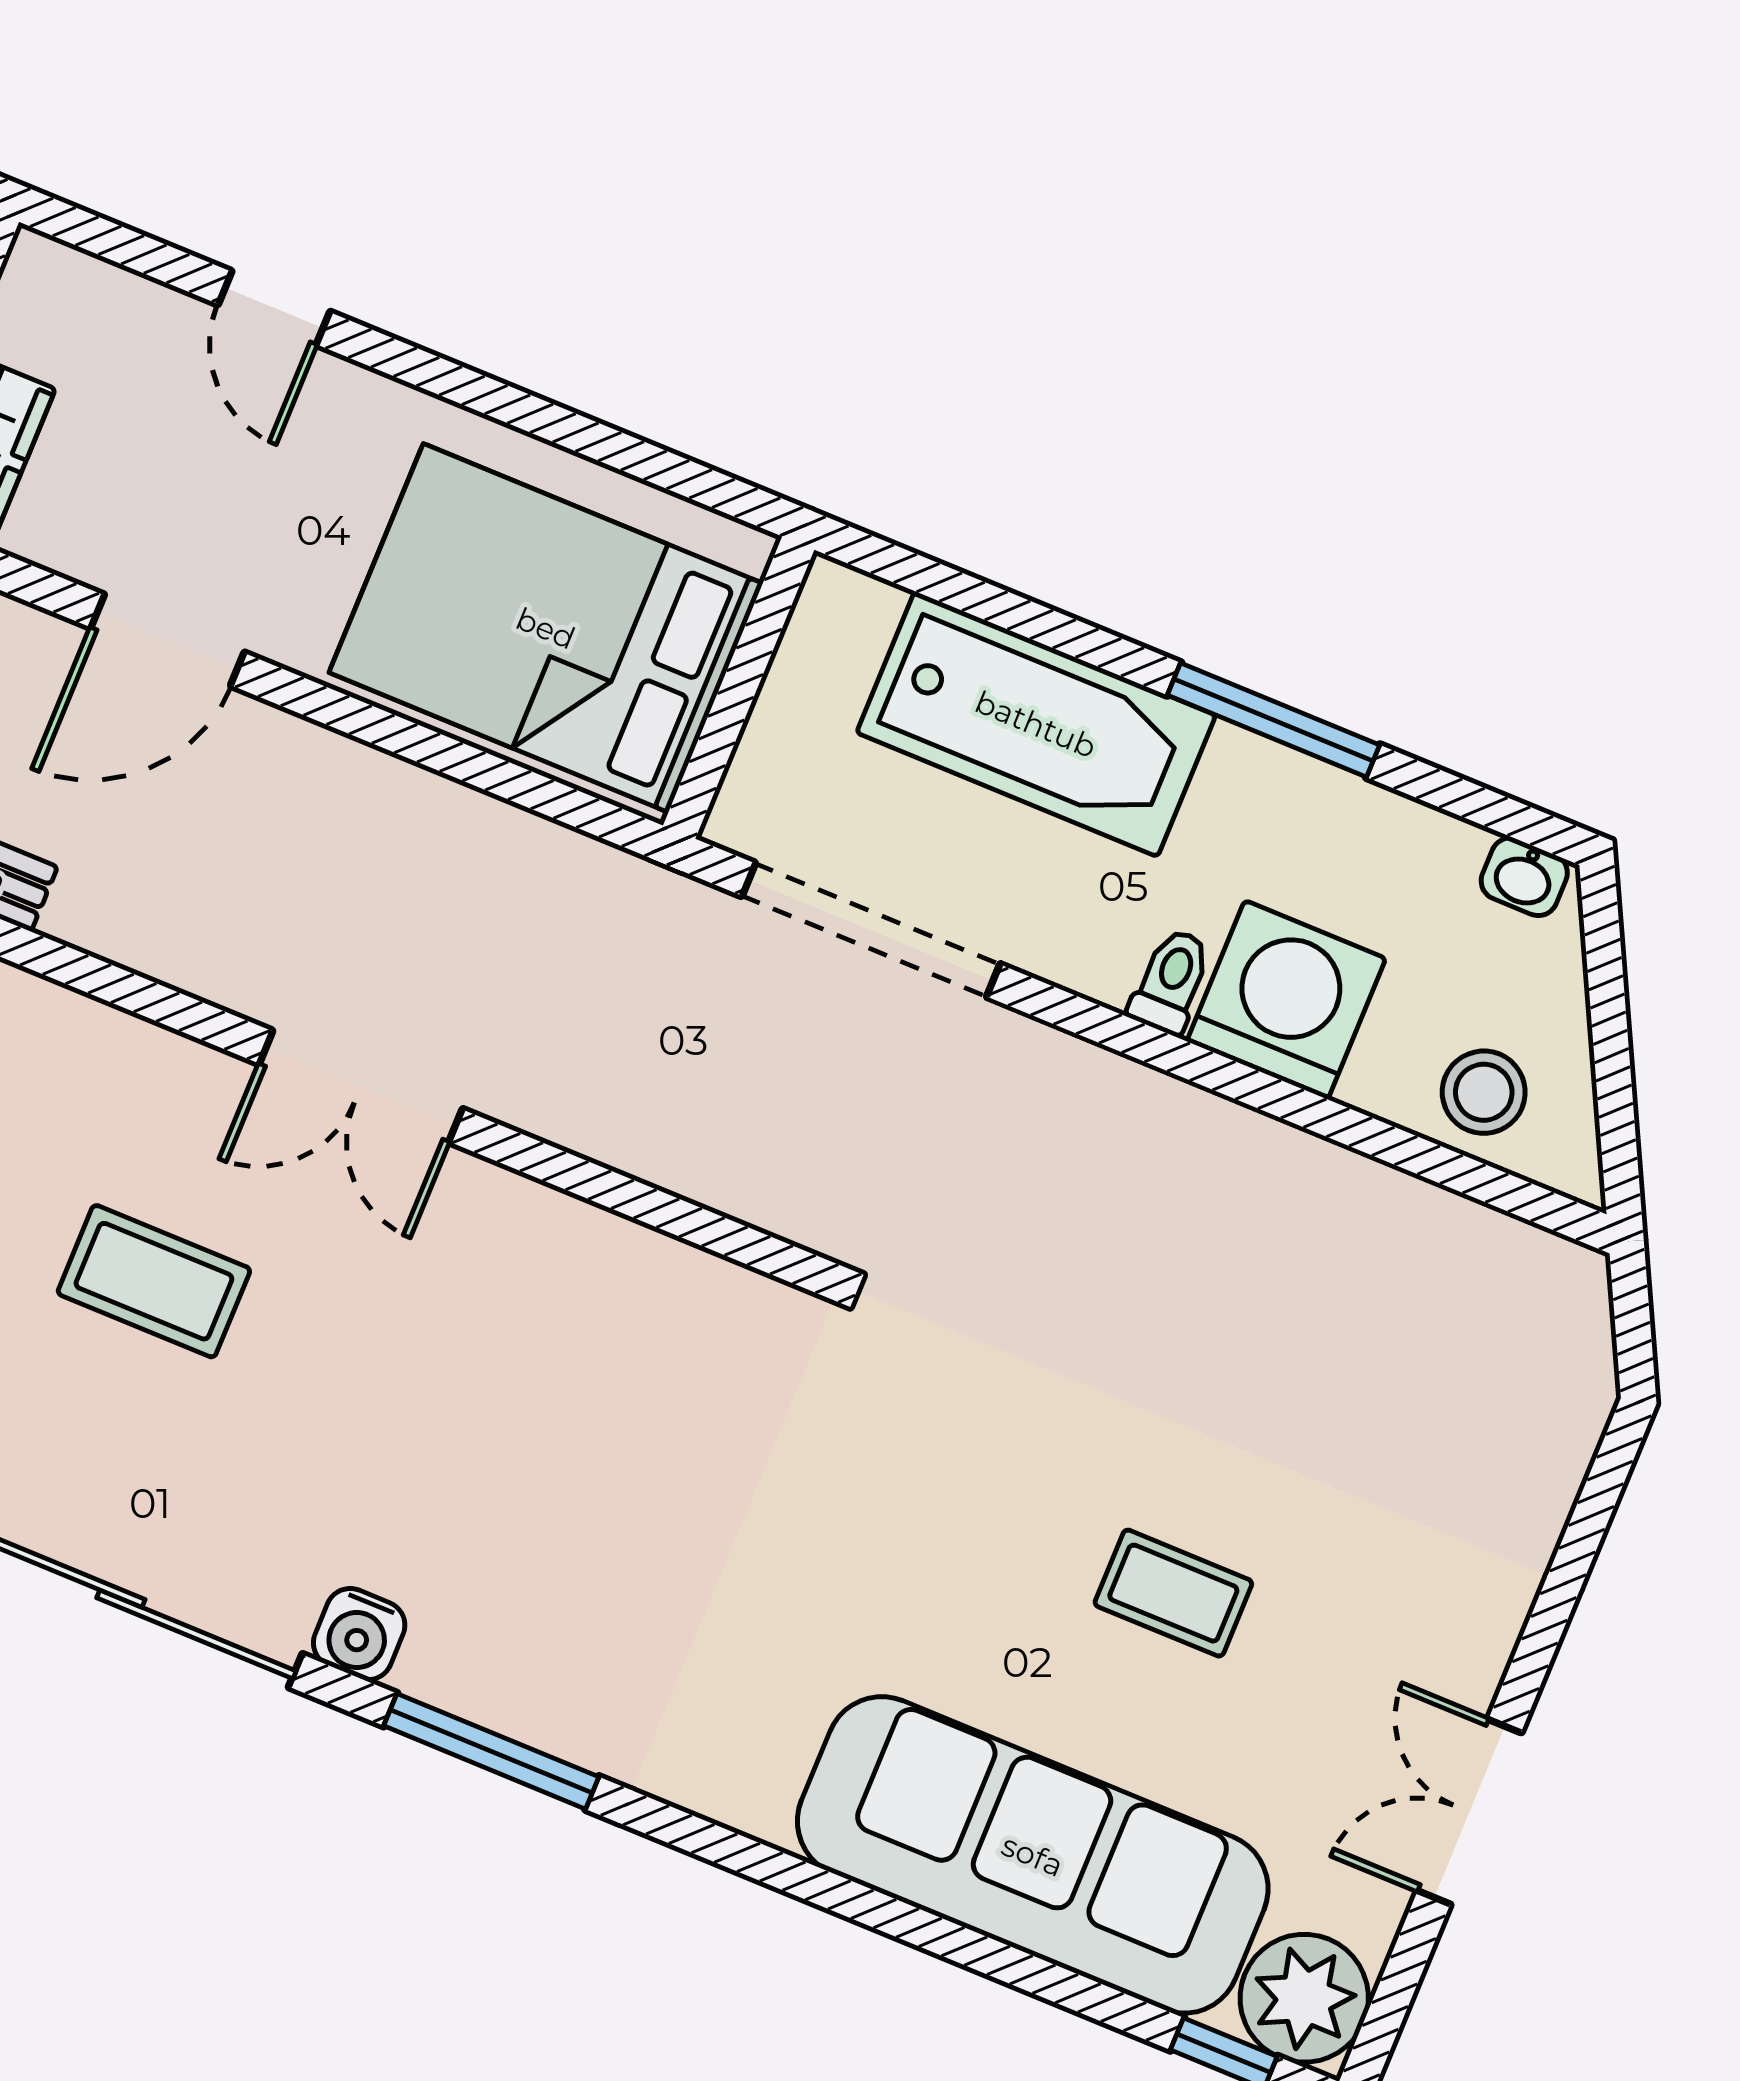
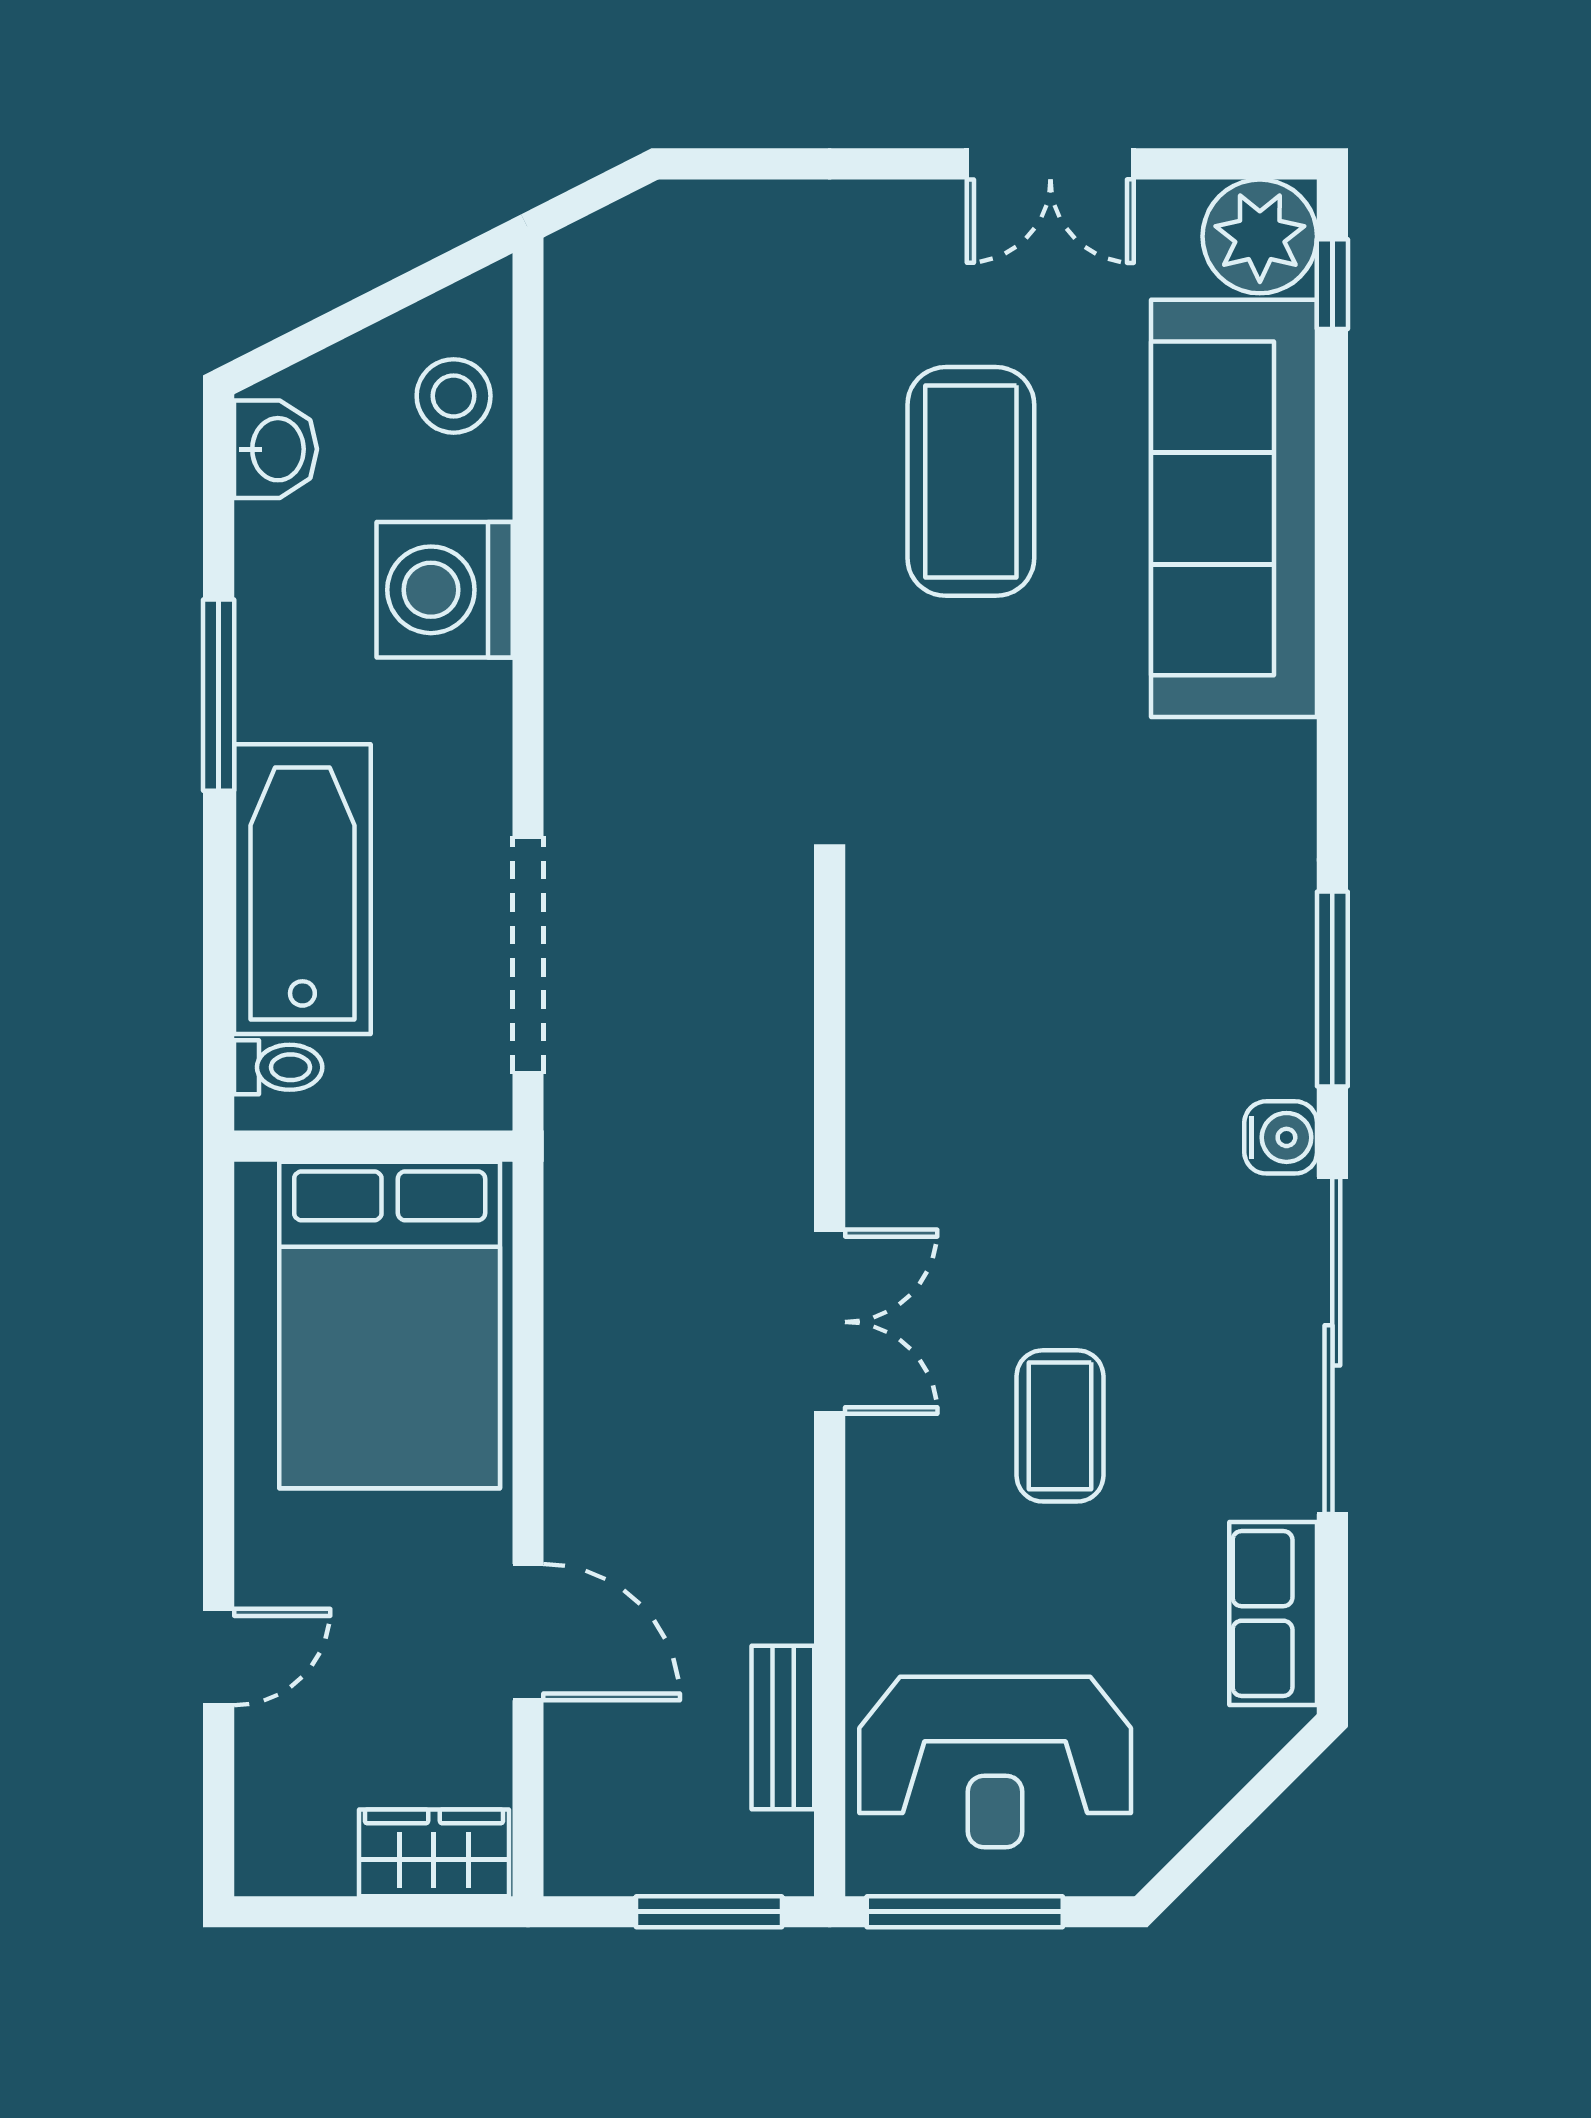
washbasin: (1524, 877) -> (275, 449), width x1.38, depth x1.45
toilet: (1171, 981) -> (278, 1067), moved, turned 180
coffee table: (1173, 1593) -> (971, 481), width x1.86, depth x1.72

